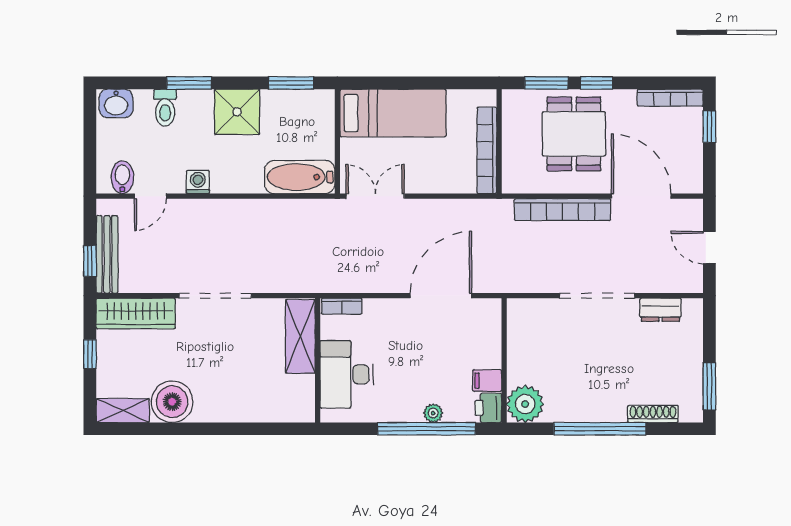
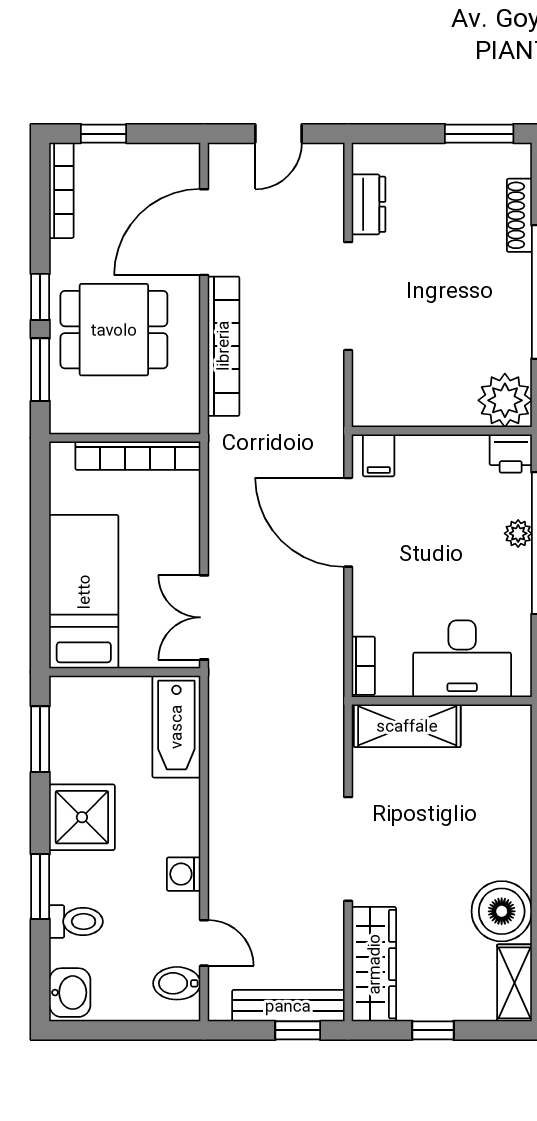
filing cabinet: (487, 380) -> (379, 455), moved

